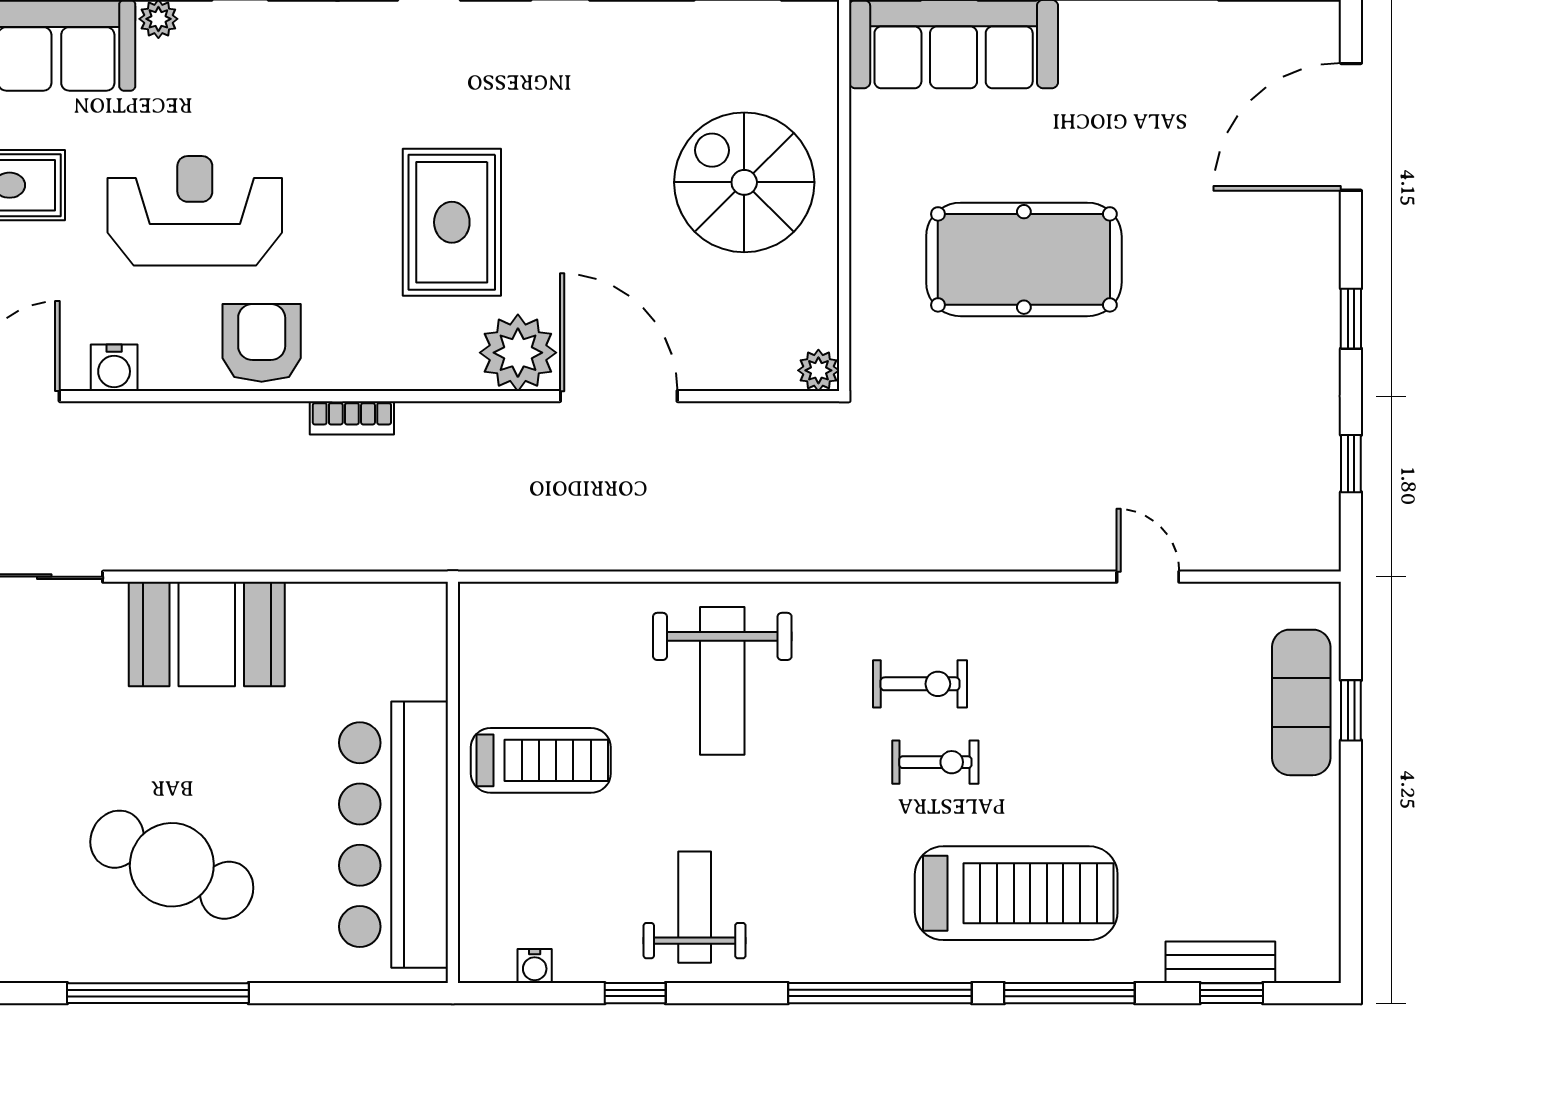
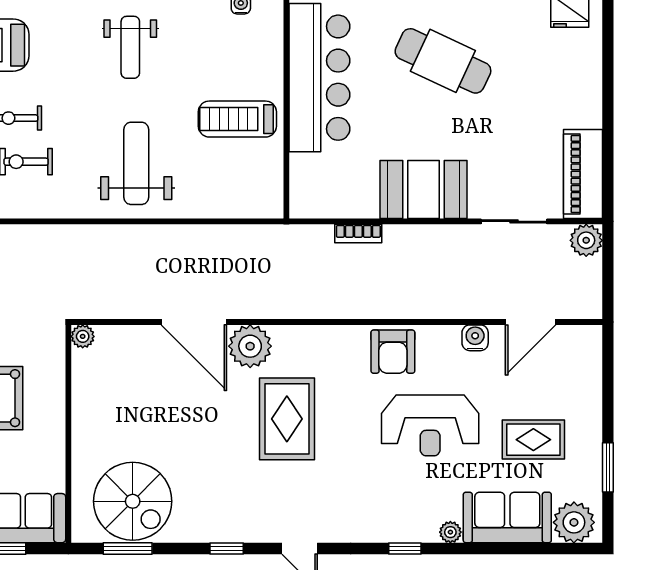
spiral stairs: (744, 182) -> (133, 501), moved
bookcase: (352, 418) -> (358, 234), moved, turned 180
weight bench: (695, 907) -> (130, 47), moved

